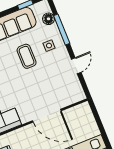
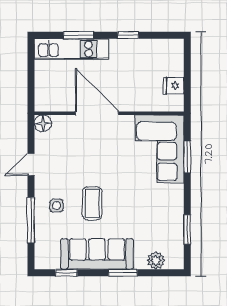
floor lamp: (48, 19) -> (43, 123), moved

